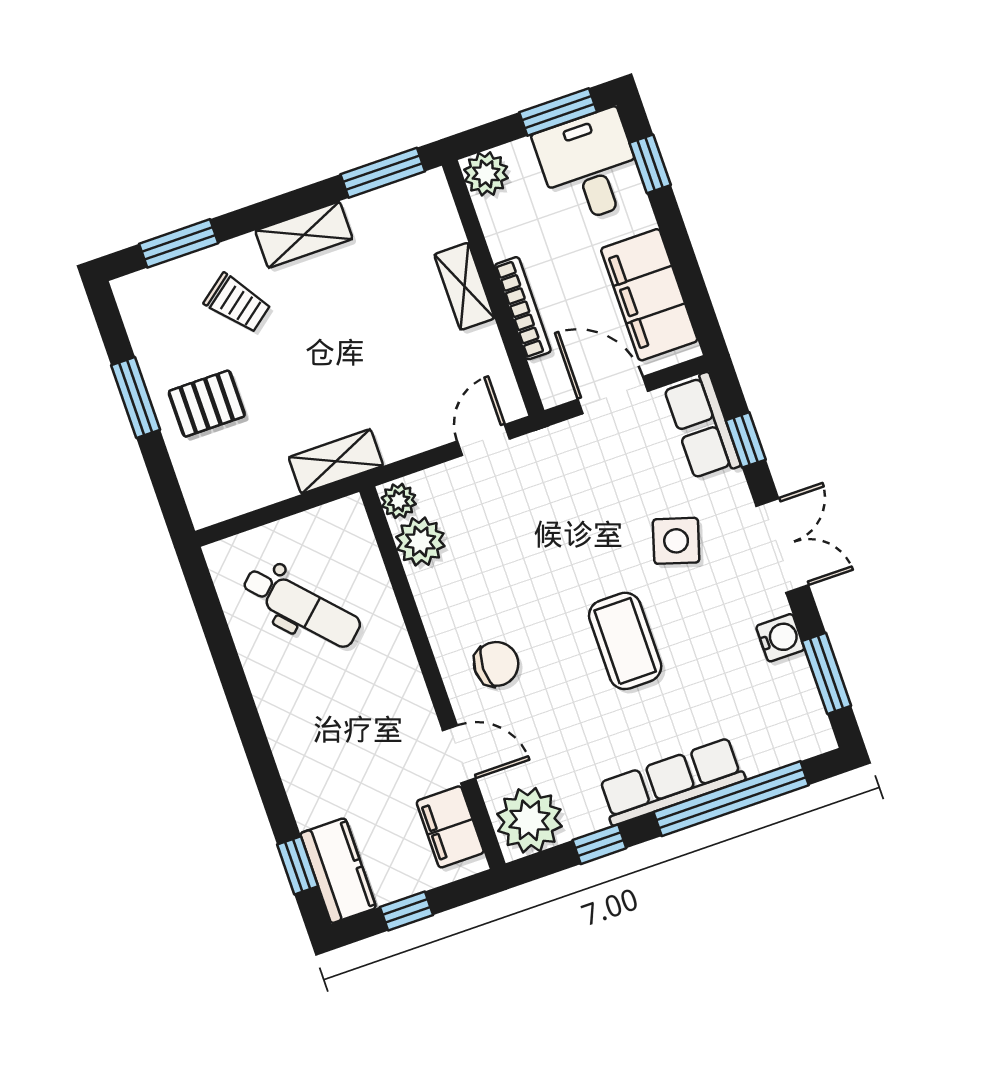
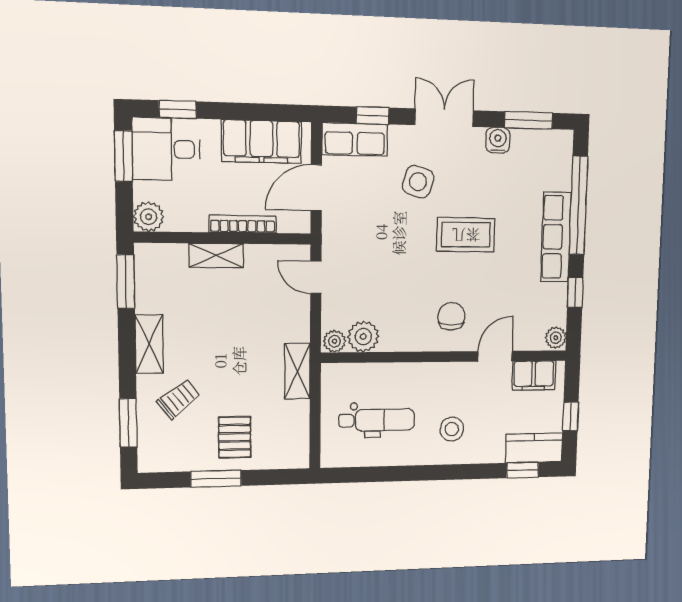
dental chair: (301, 607) -> (377, 420), turned 43
stool: (325, 728) -> (452, 429), added
plant: (529, 820) -> (556, 338), width x0.53, depth x0.53

